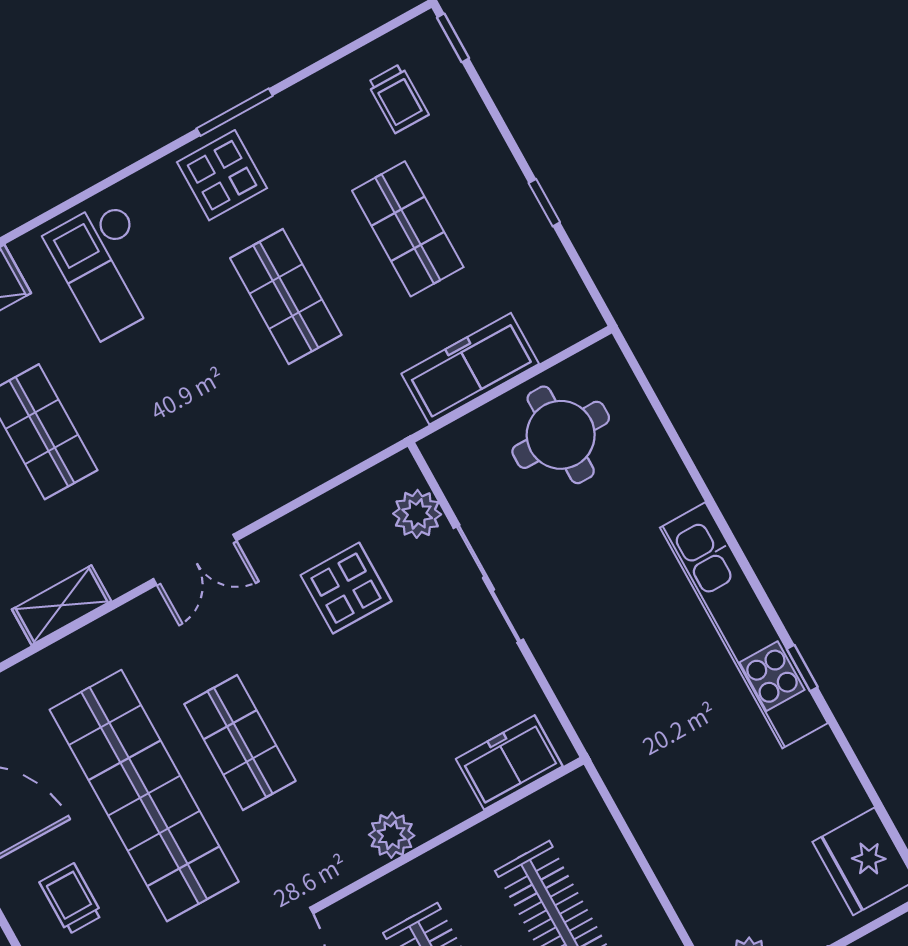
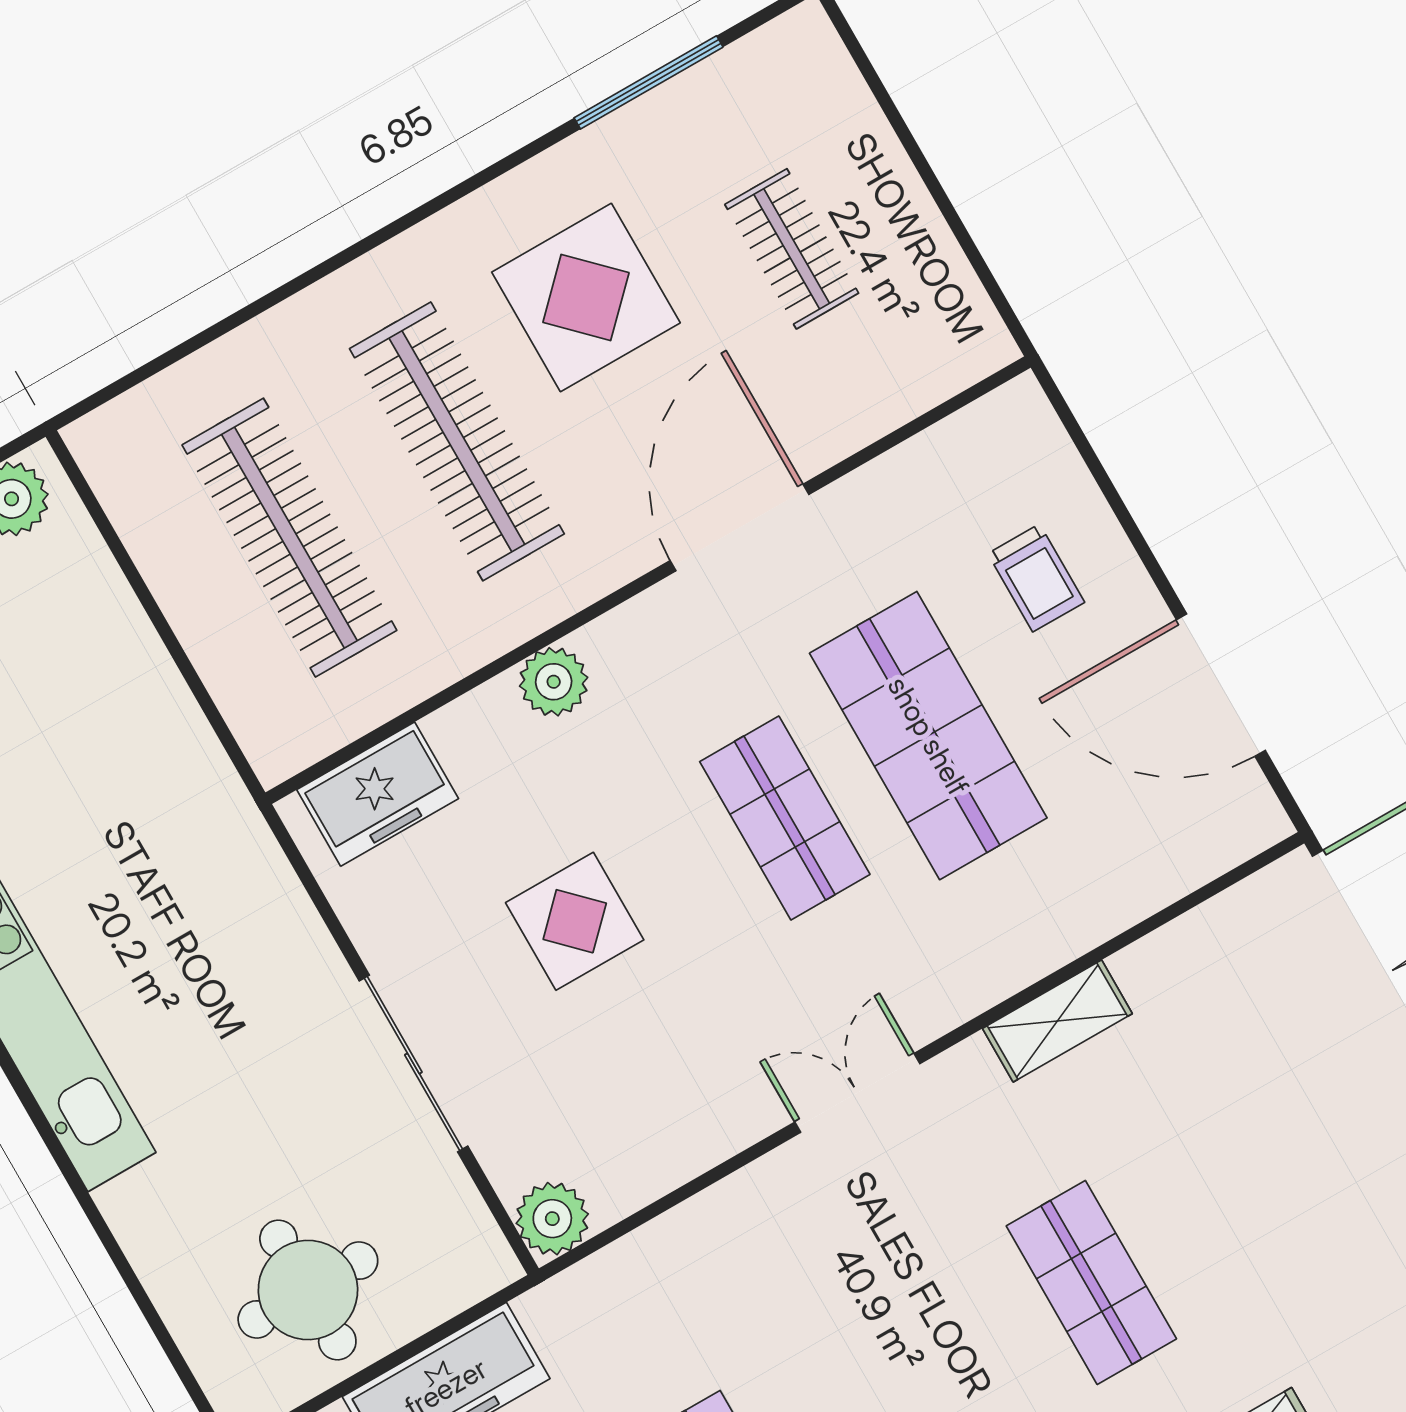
plant: (417, 514) -> (552, 1219), moved
display table: (346, 588) -> (575, 921), moved
shop shelf: (144, 796) -> (928, 736), width x0.71

